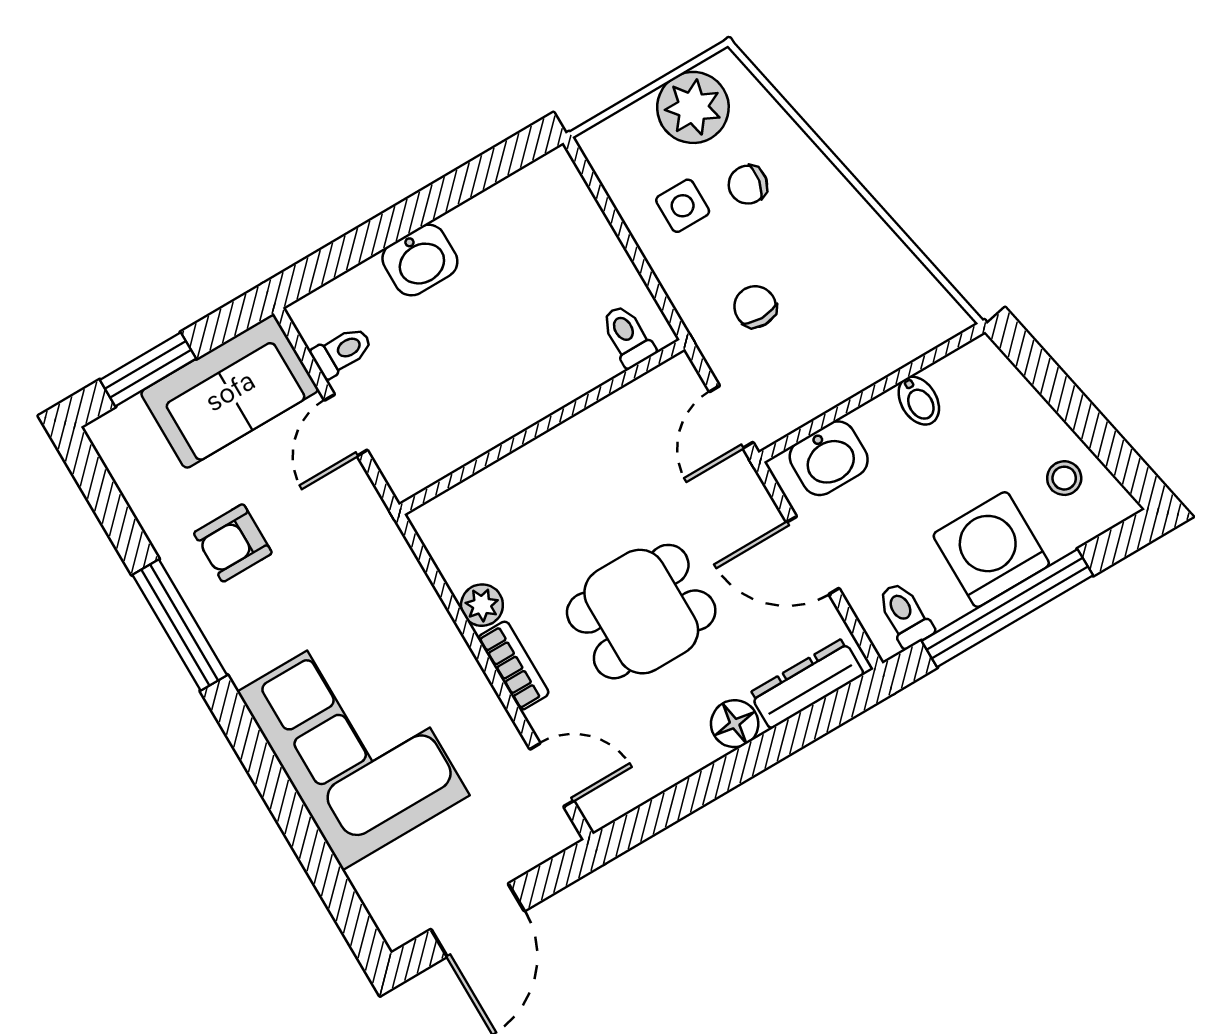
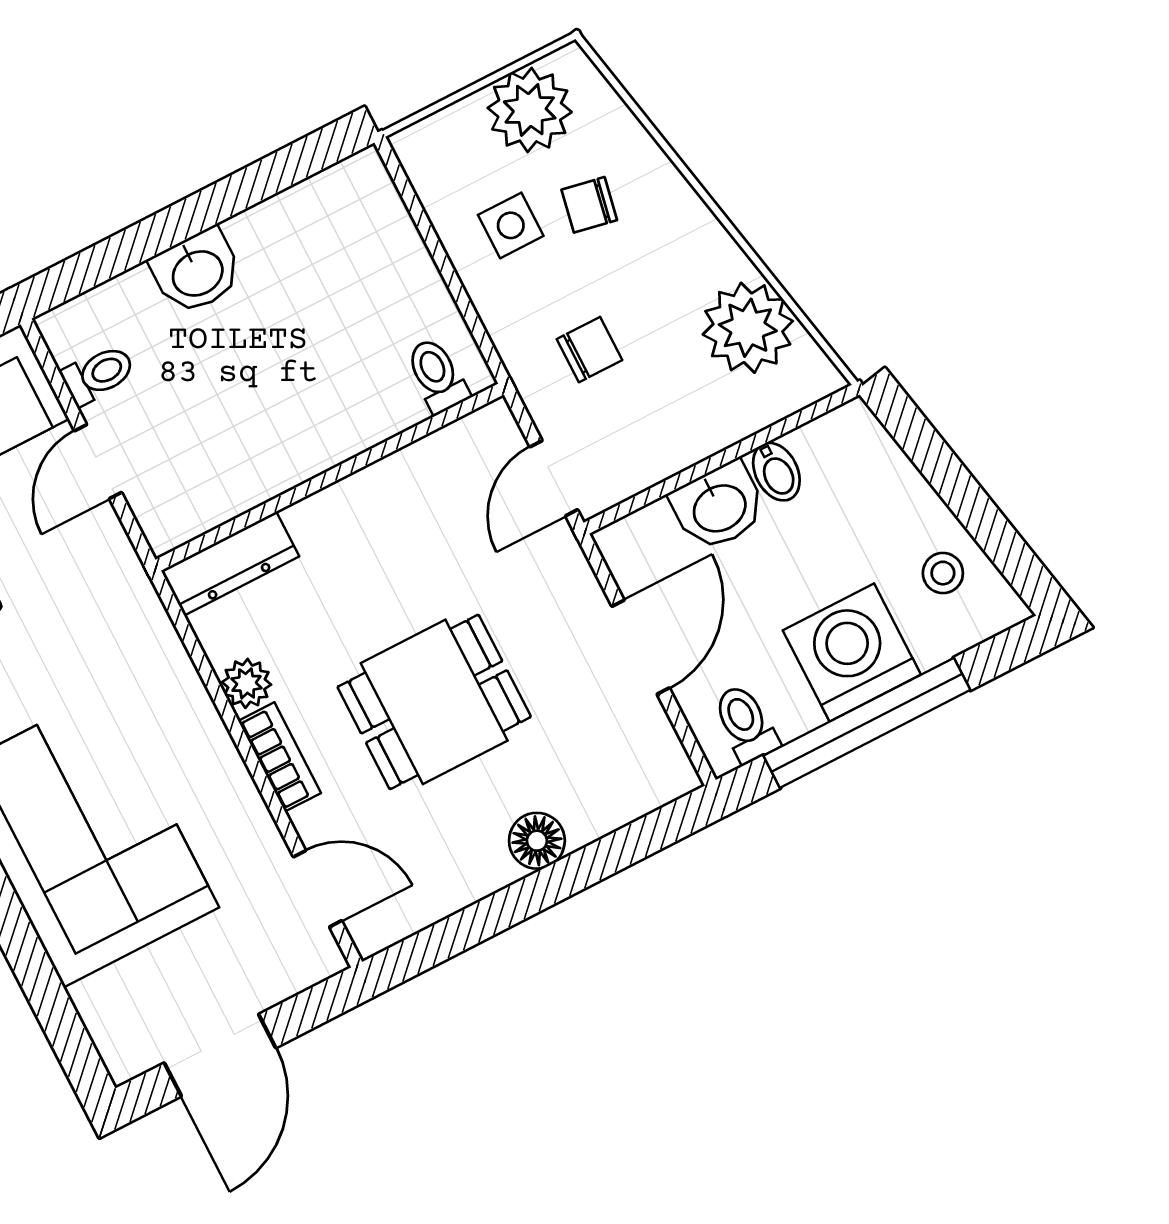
plant: (888, 281) -> (748, 328), added
chair: (755, 307) -> (589, 350), turned 90
washbasin: (829, 458) -> (719, 506), moved
door: (813, 555) -> (641, 647), swing flipped
dresser: (807, 684) -> (230, 564), moved, turned 180

